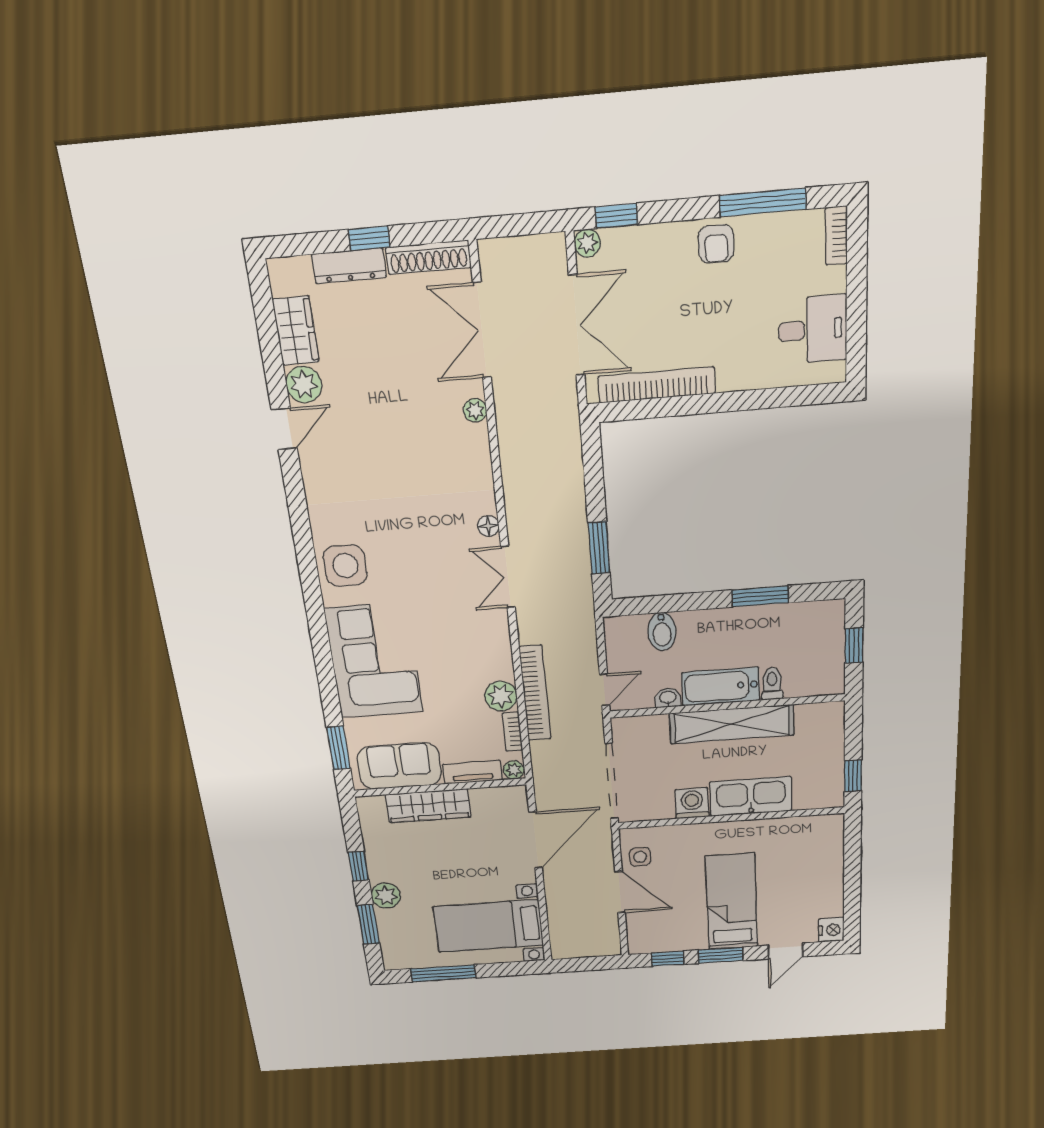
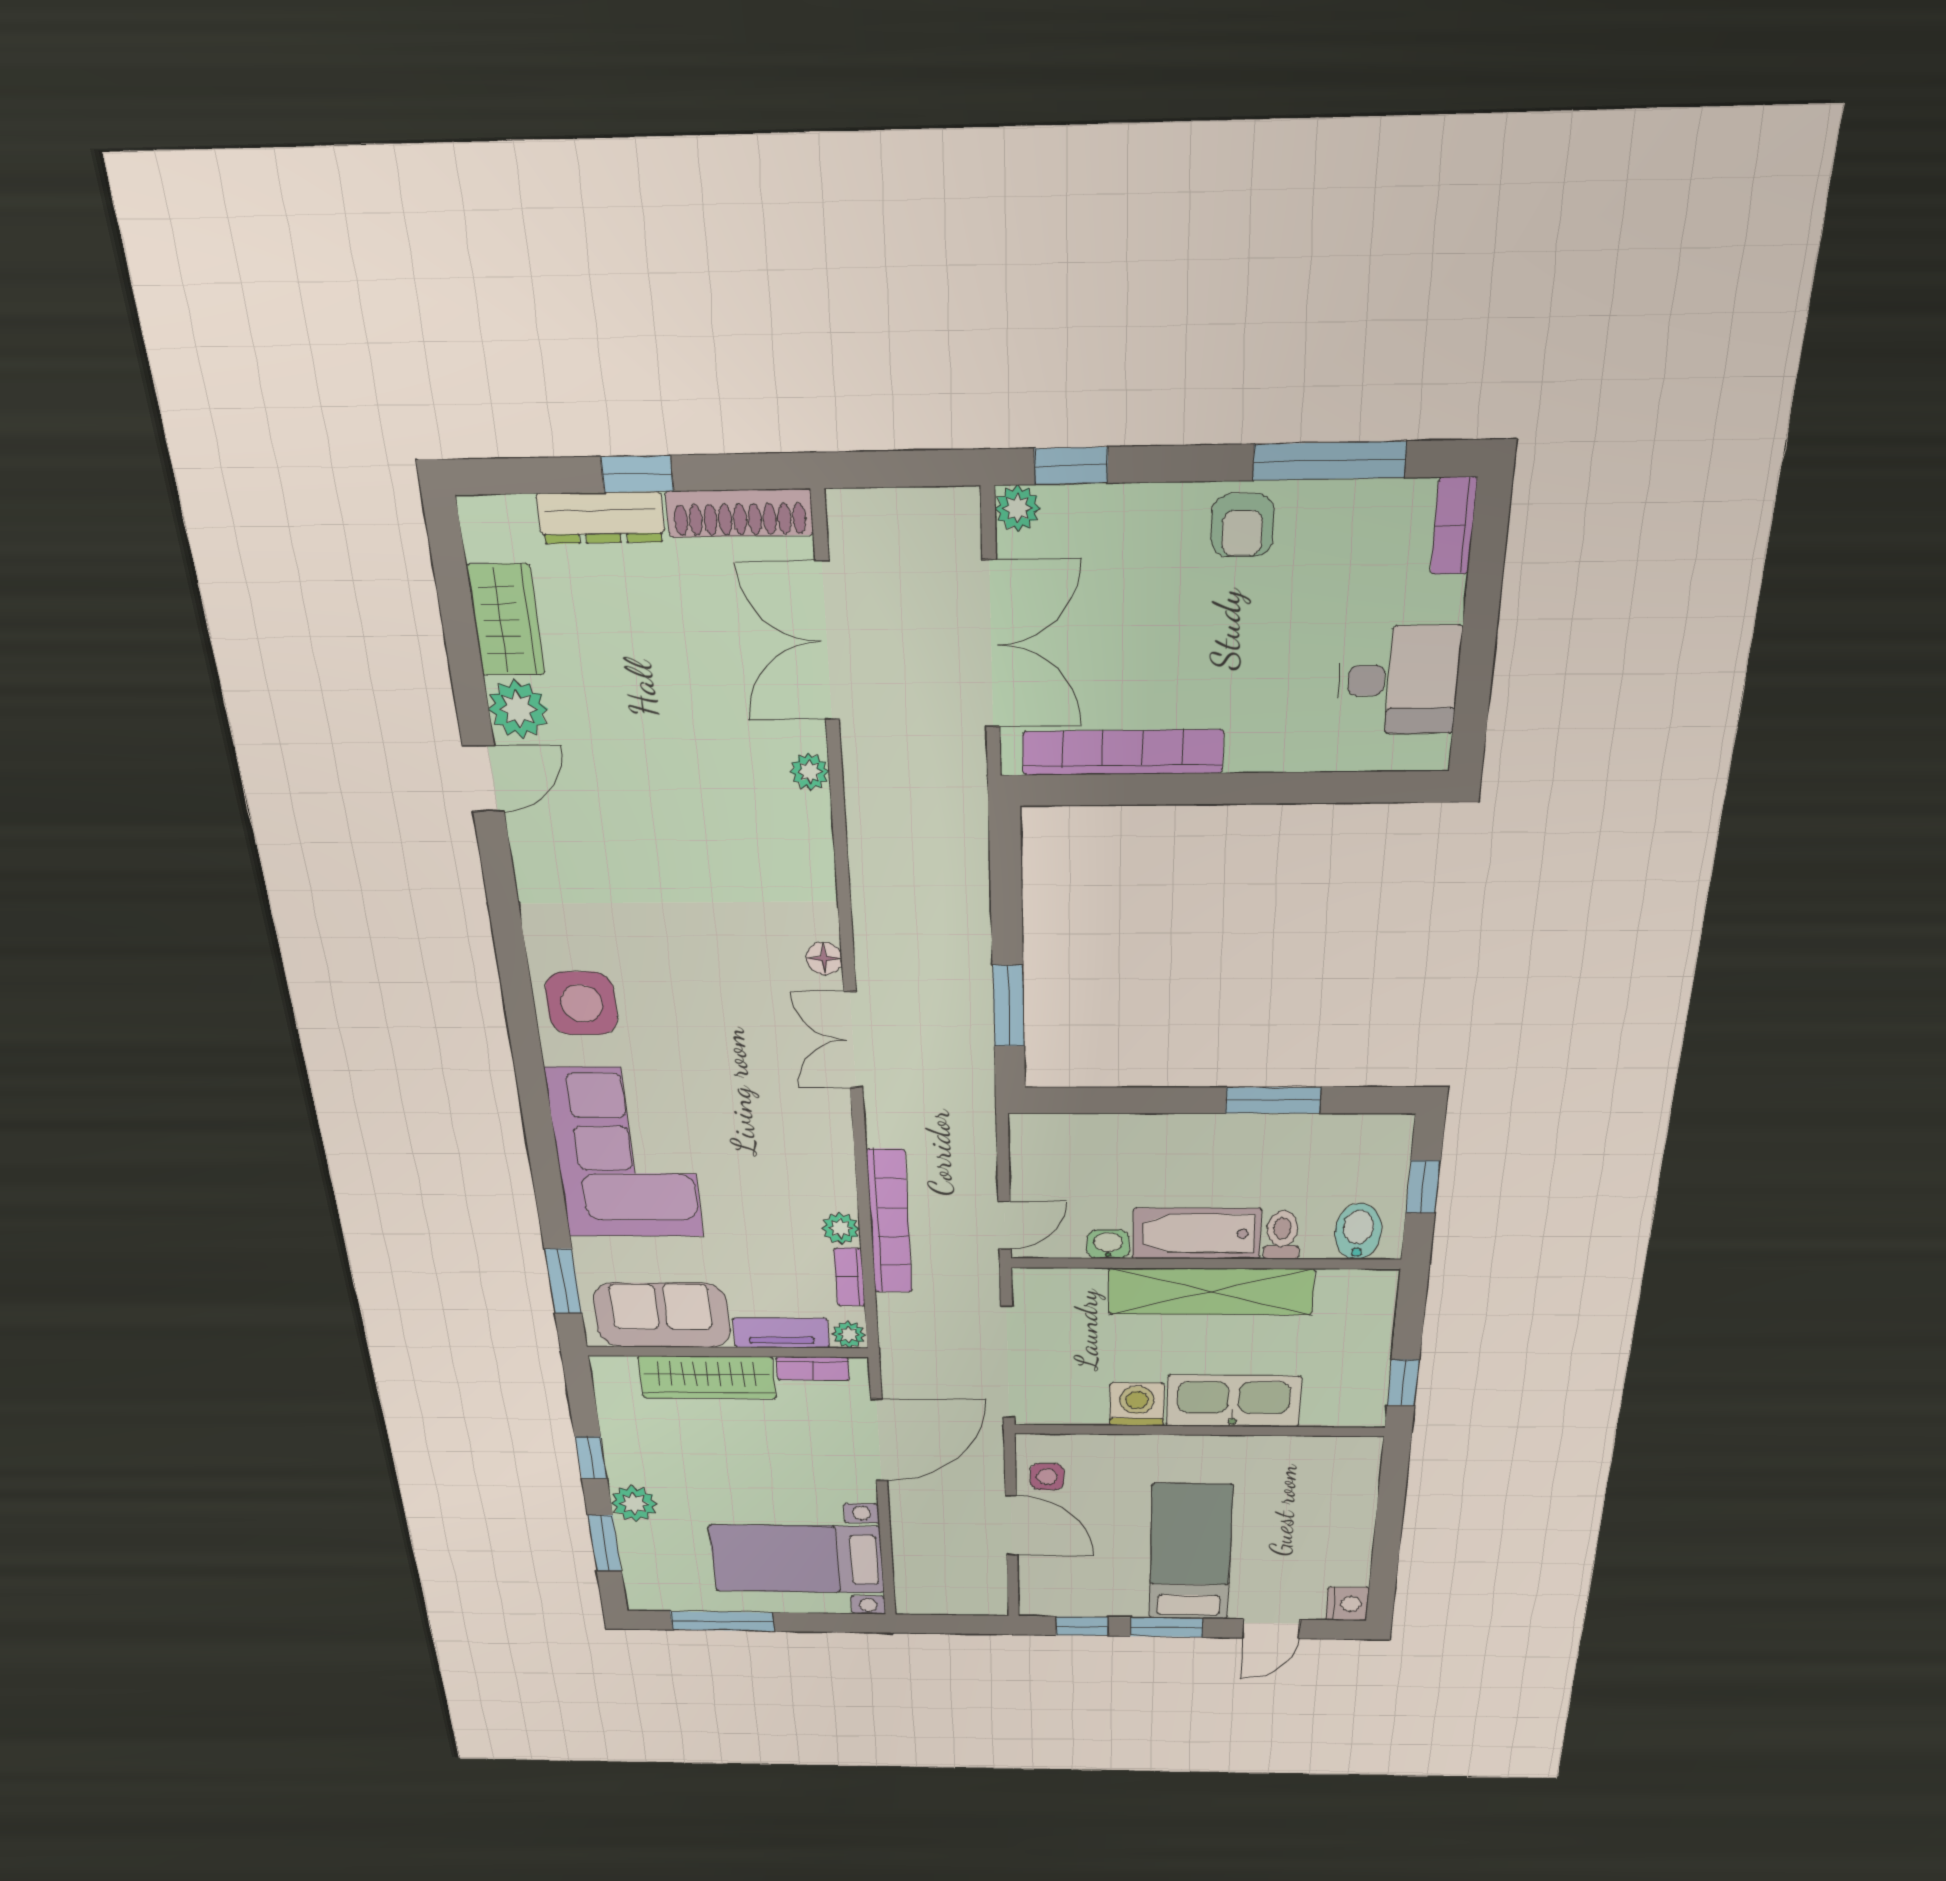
bidet: (662, 632) -> (1358, 1232), moved, turned 180
plant: (501, 696) -> (841, 1228), width x0.73, depth x0.73
bookcase: (493, 795) -> (813, 1369), added

